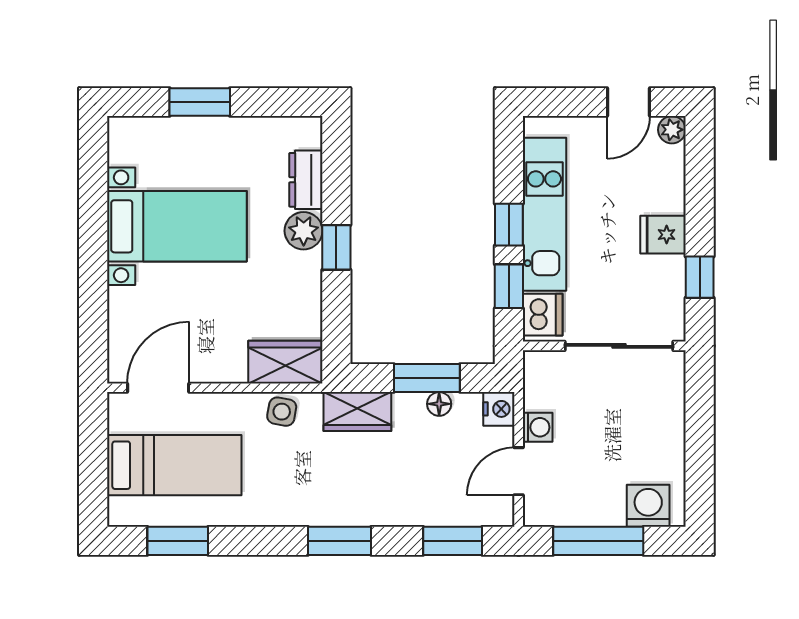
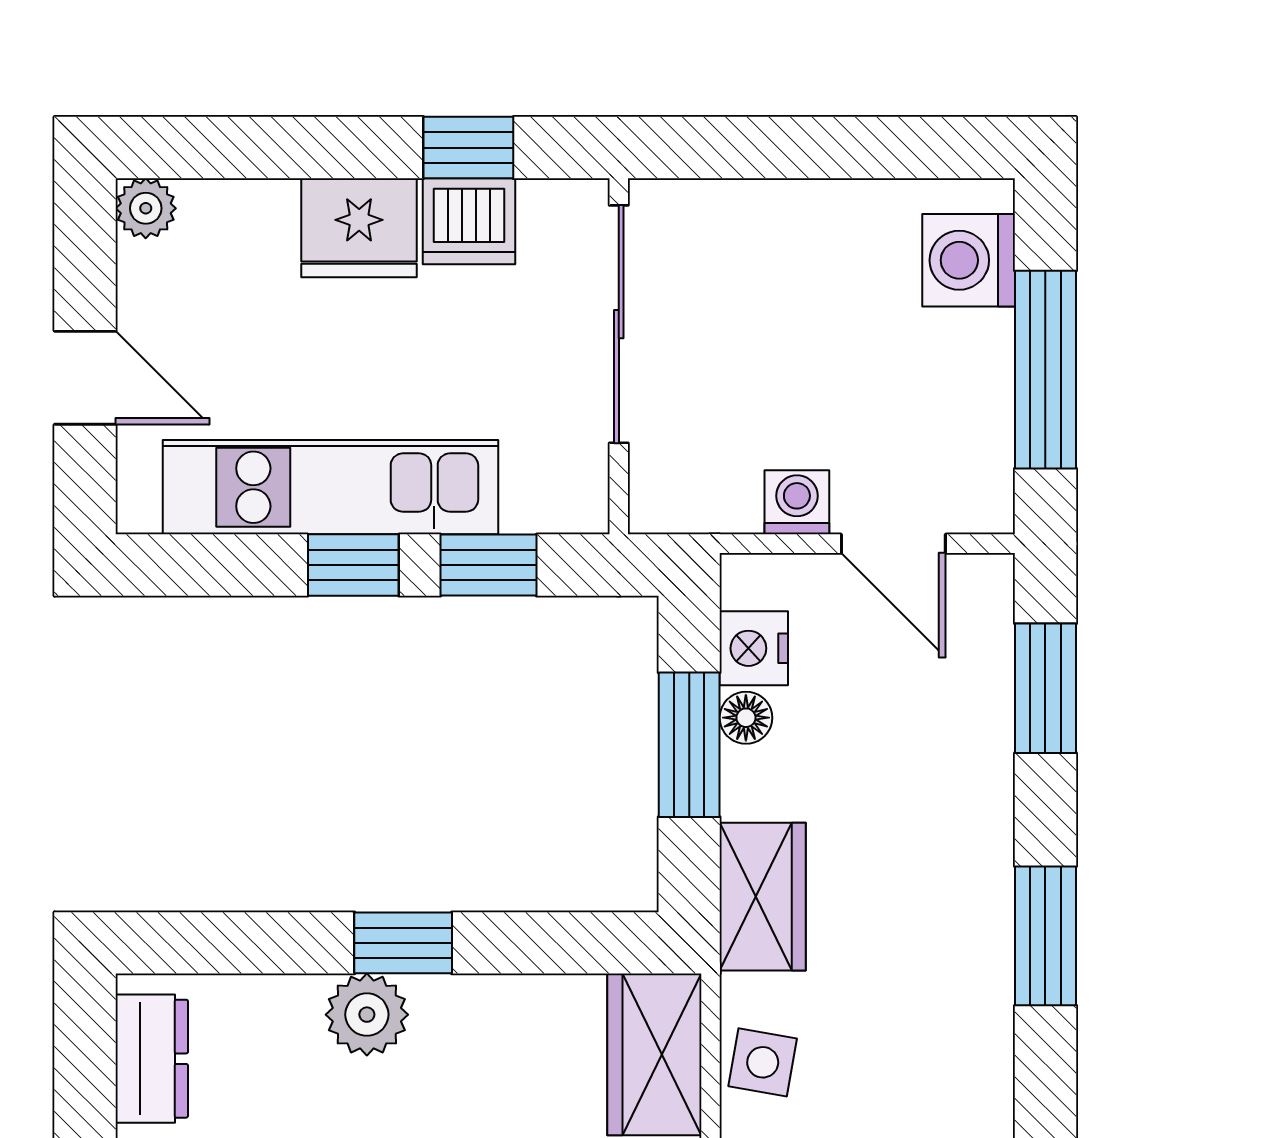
door: (628, 102) -> (85, 378), moved
dresser: (306, 180) -> (152, 1059), moved, turned -90
fridge: (663, 235) -> (359, 228), width x1.38
dishwasher: (543, 315) -> (469, 221), moved, turned 180
nightstand: (499, 409) -> (754, 648), moved, turned -90

